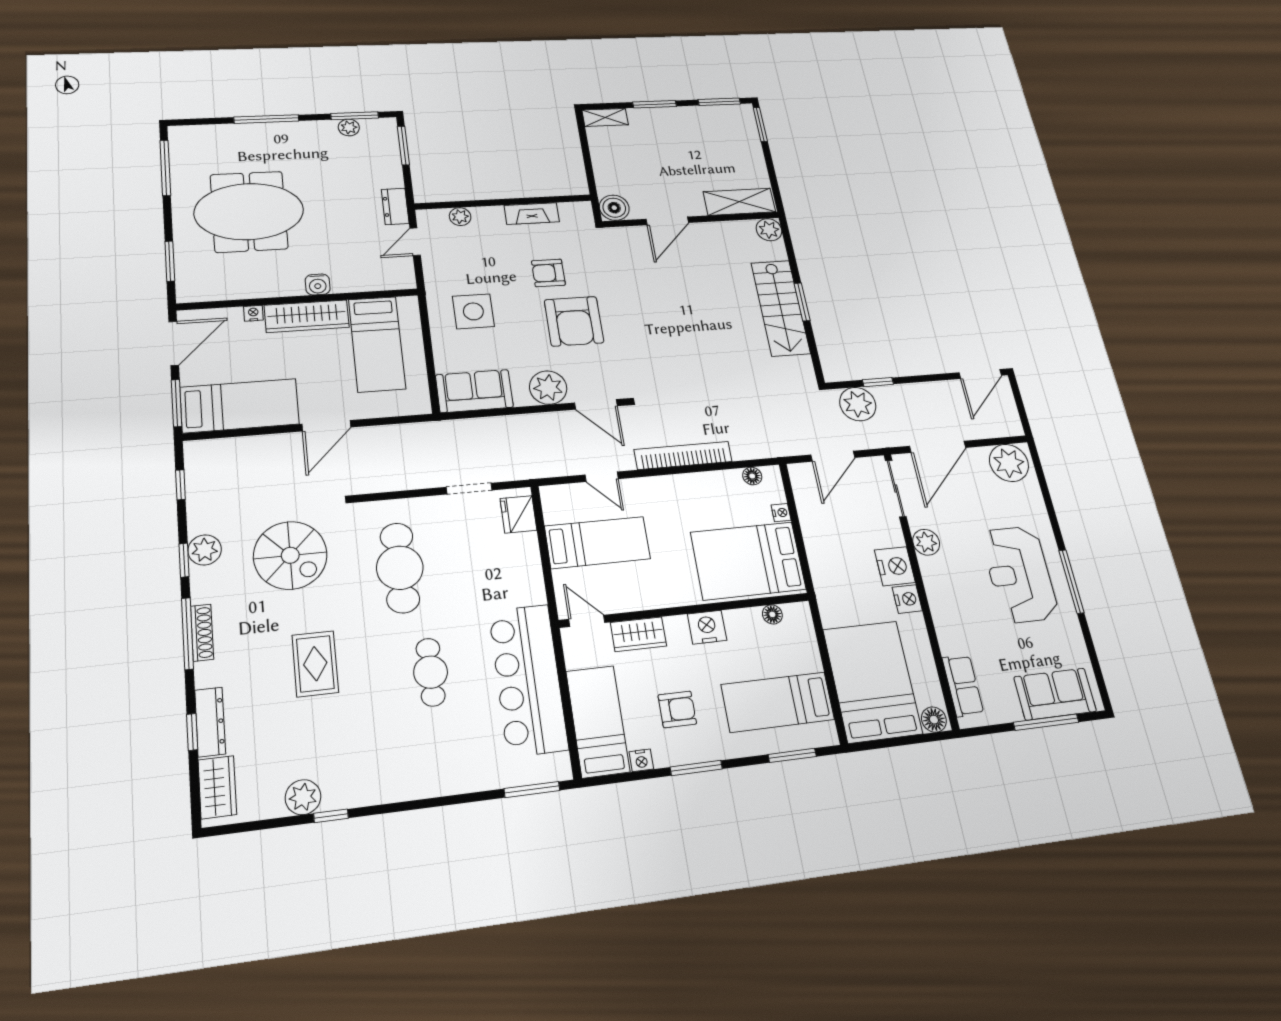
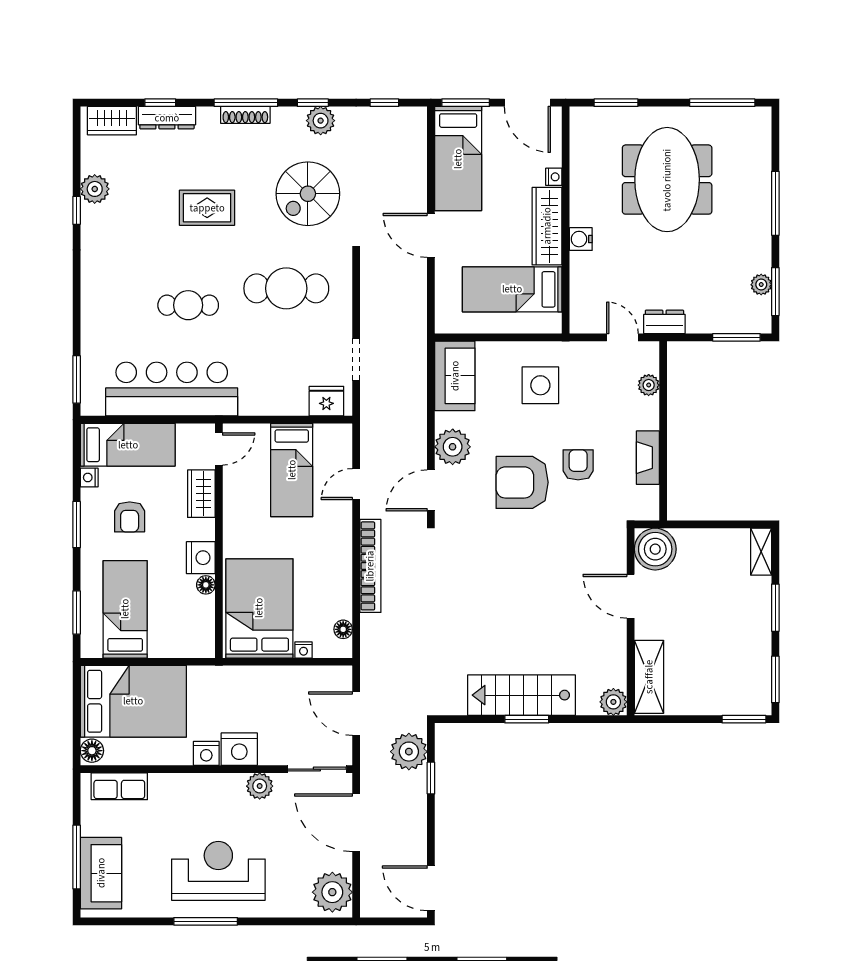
boiler: (614, 208) -> (655, 549), width x1.37, depth x1.37
floor lamp: (772, 614) -> (206, 585), moved

